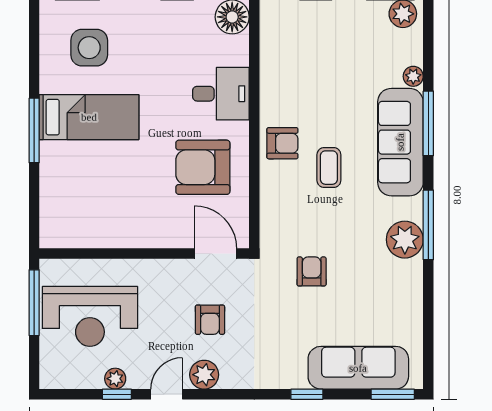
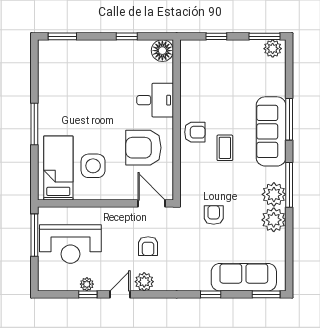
side table: (89, 48) -> (93, 166), moved
plant: (413, 76) -> (274, 220), moved, width x1.87, depth x1.87
bed: (89, 117) -> (58, 168), moved, turned -90

